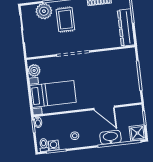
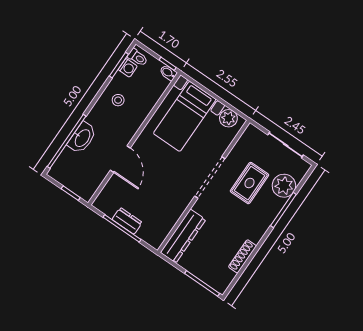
rug: (65, 20) -> (249, 183), moved, turned 90
dresser: (126, 28) -> (183, 236), moved, turned 90
dresser: (133, 76) -> (127, 221), added
door: (104, 108) -> (120, 159), swing flipped
shower: (137, 133) -> (61, 171), removed

